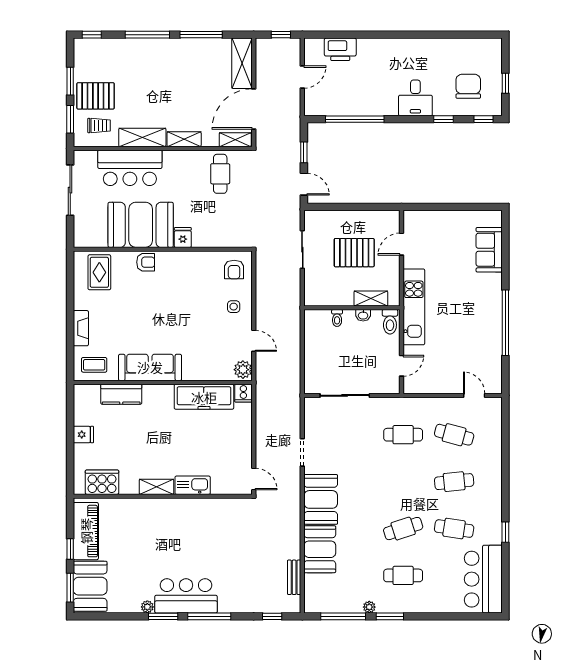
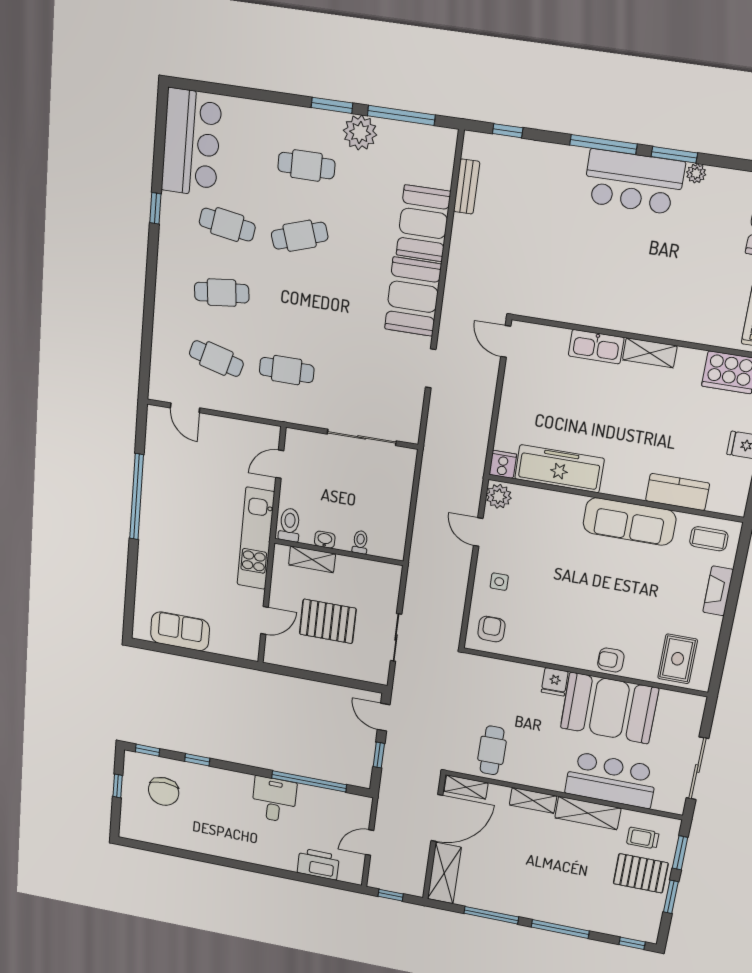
desk: (415, 98) -> (274, 800), moved
sofa: (489, 250) -> (180, 631), moved, turned -90
plant: (369, 607) -> (360, 133), width x1.88, depth x1.88

